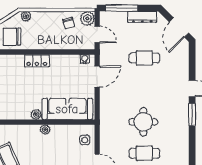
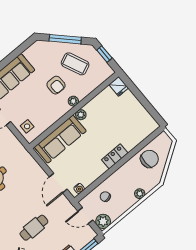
plant: (26, 16) -> (140, 194), moved
chair: (69, 23) -> (105, 197), moved
plant: (45, 130) -> (73, 101), moved
armchair: (36, 153) -> (56, 85), added

